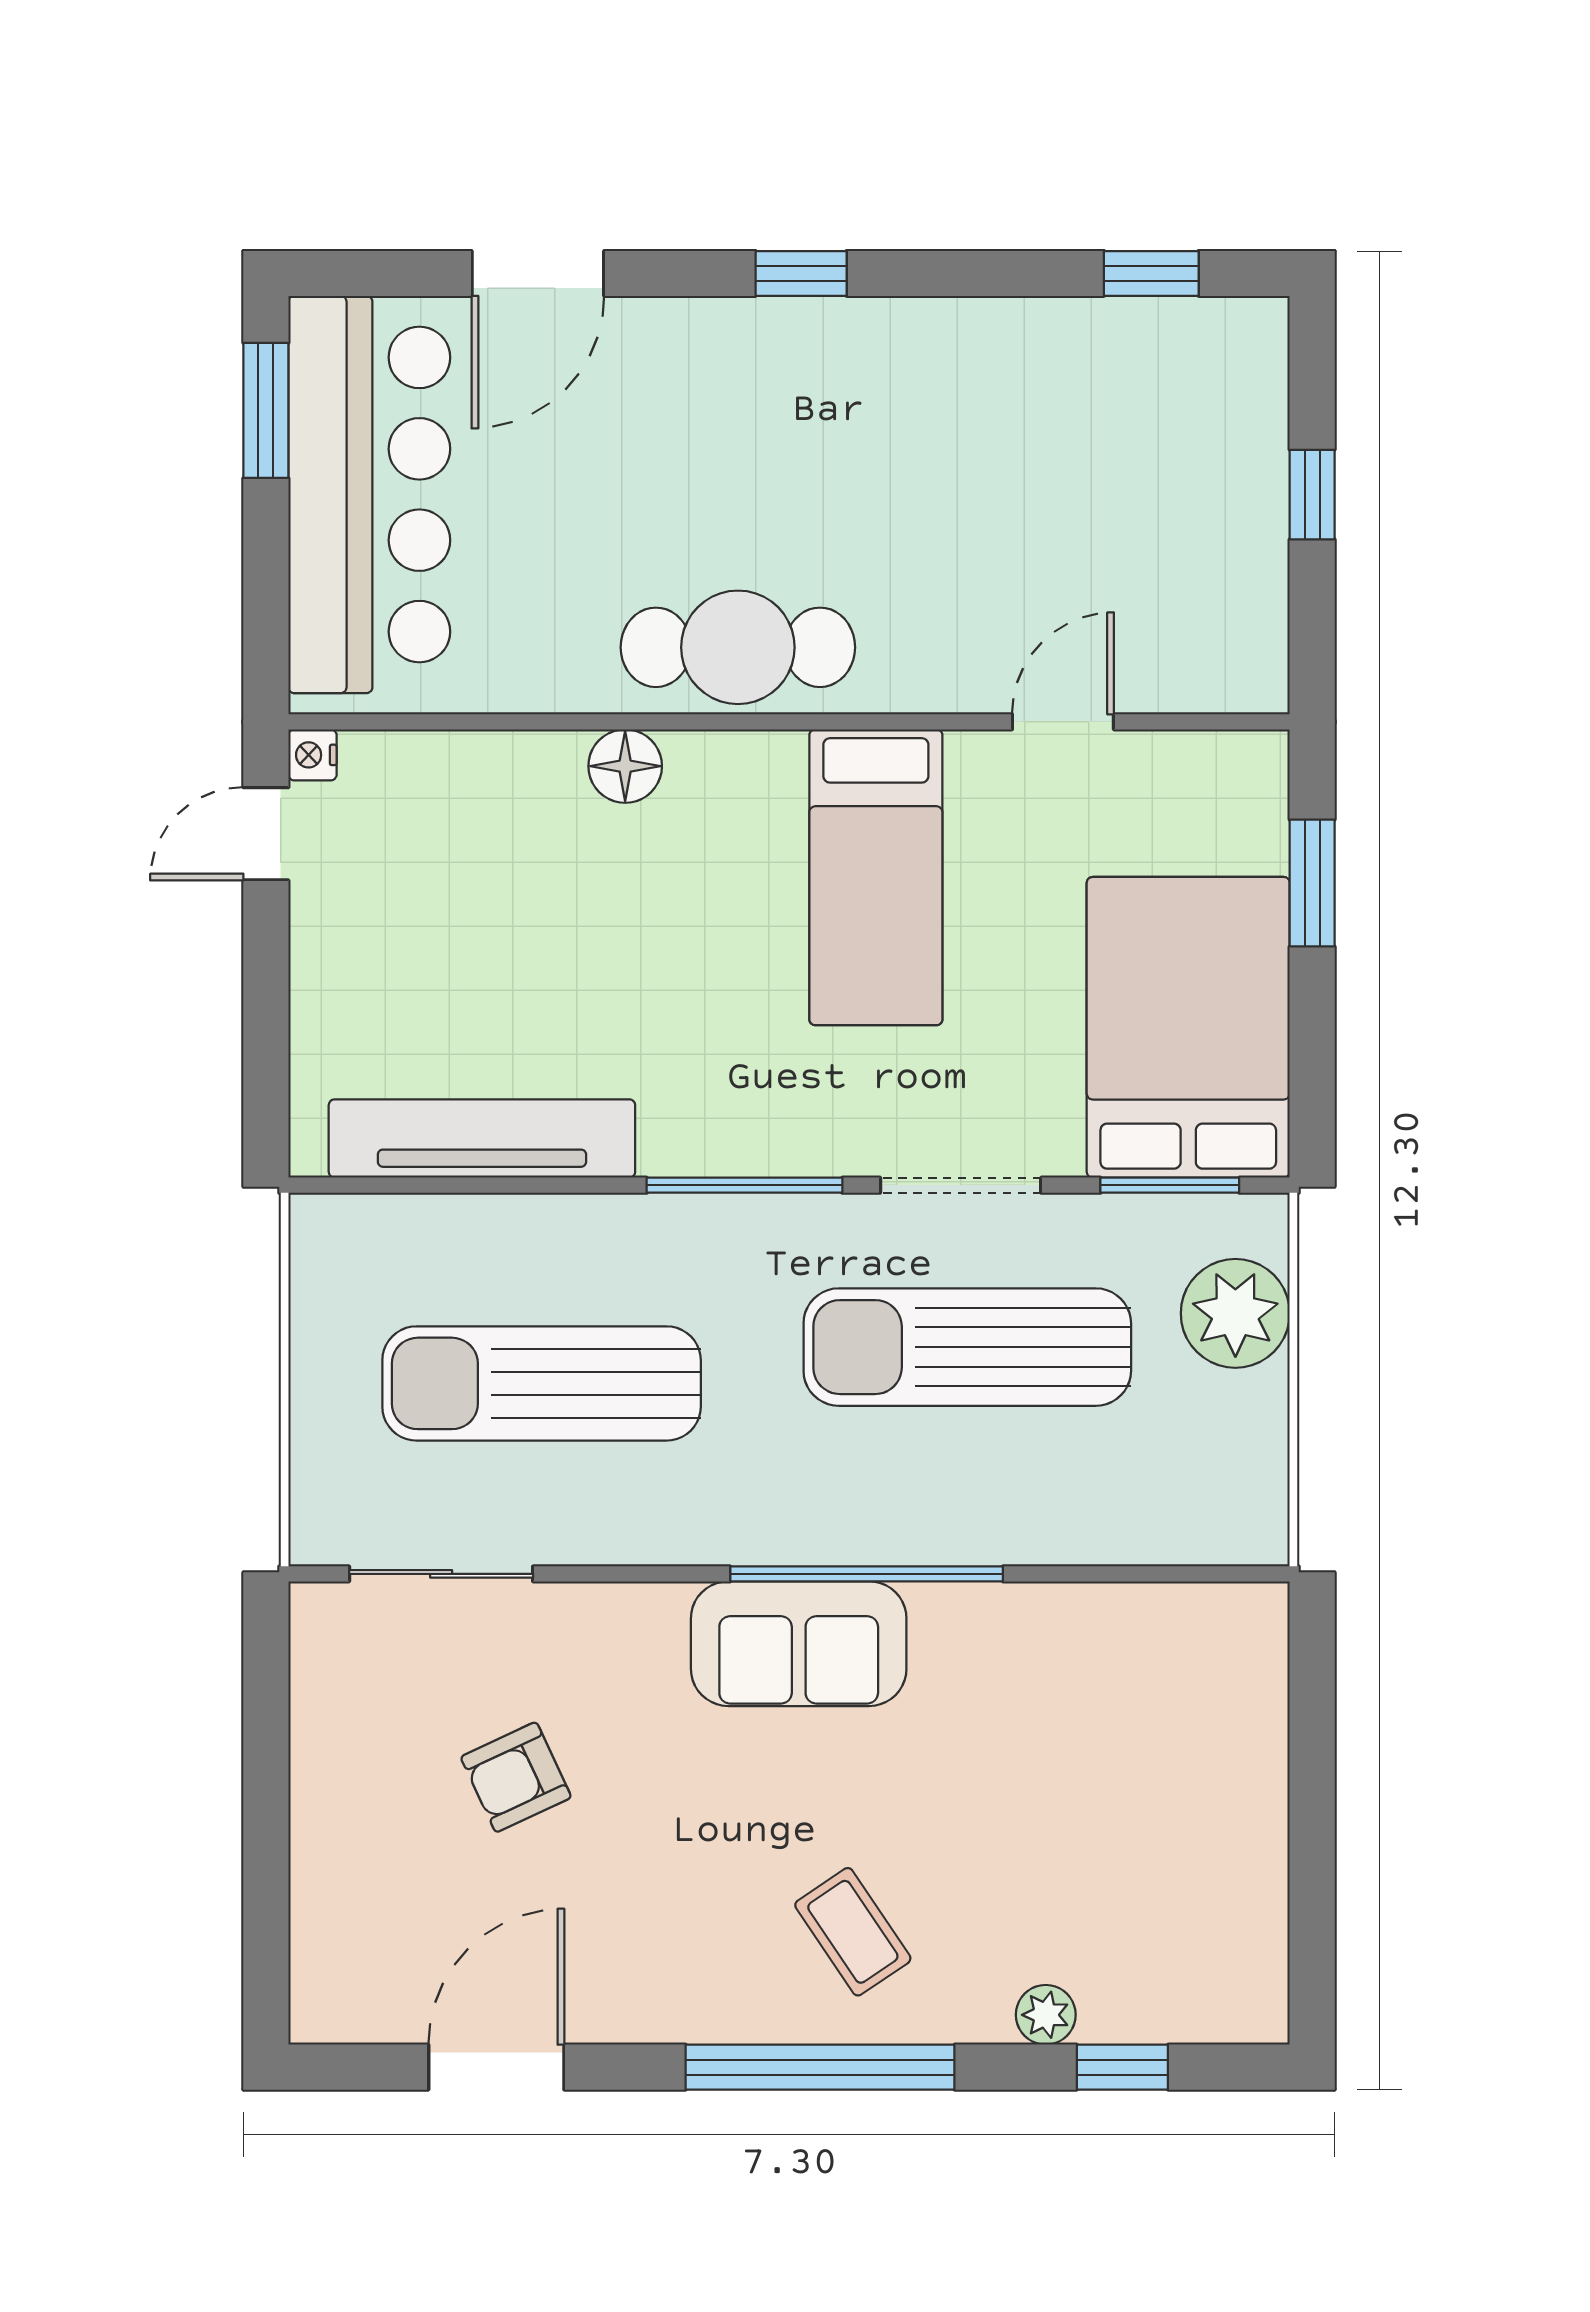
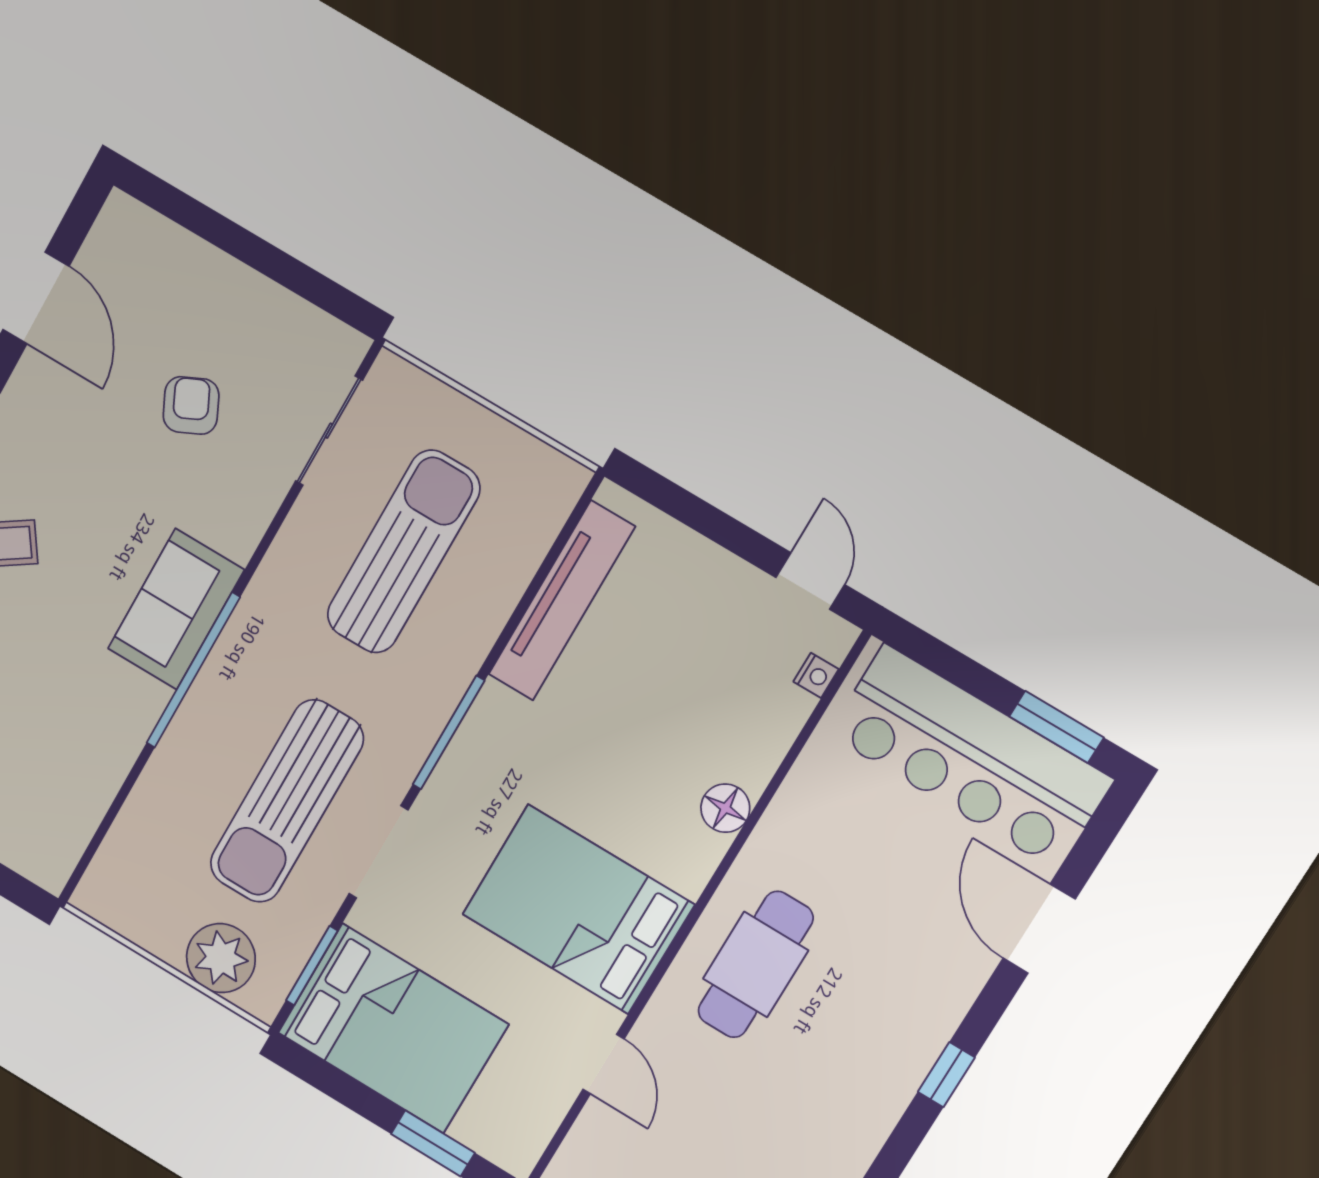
cafe table: (738, 647) -> (756, 965), moved
nightstand: (312, 755) -> (816, 675), moved, turned 90
bed: (876, 877) -> (578, 909), width x1.50
sun lounger: (967, 1347) -> (287, 801), turned 180

